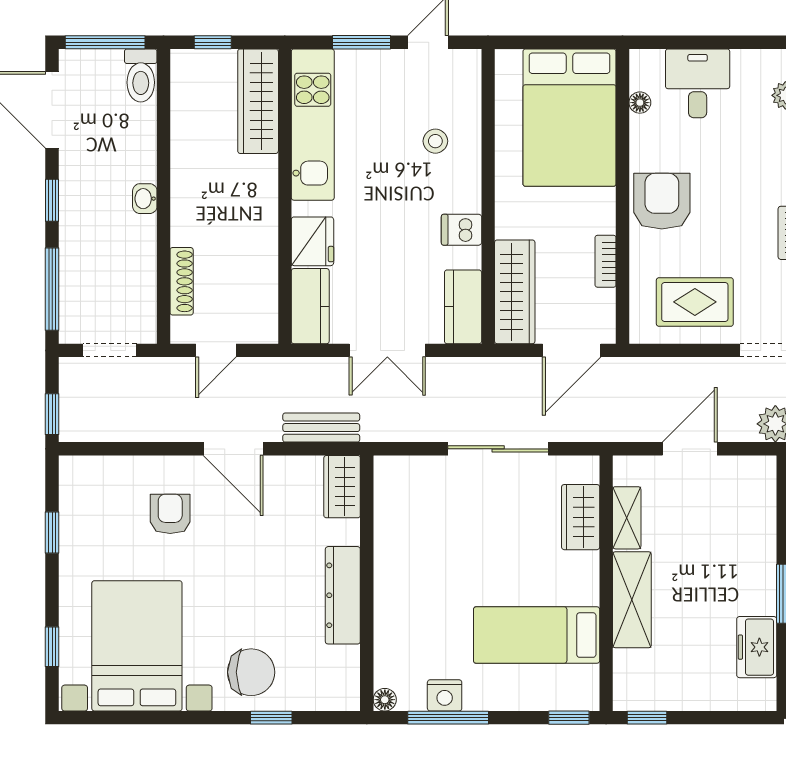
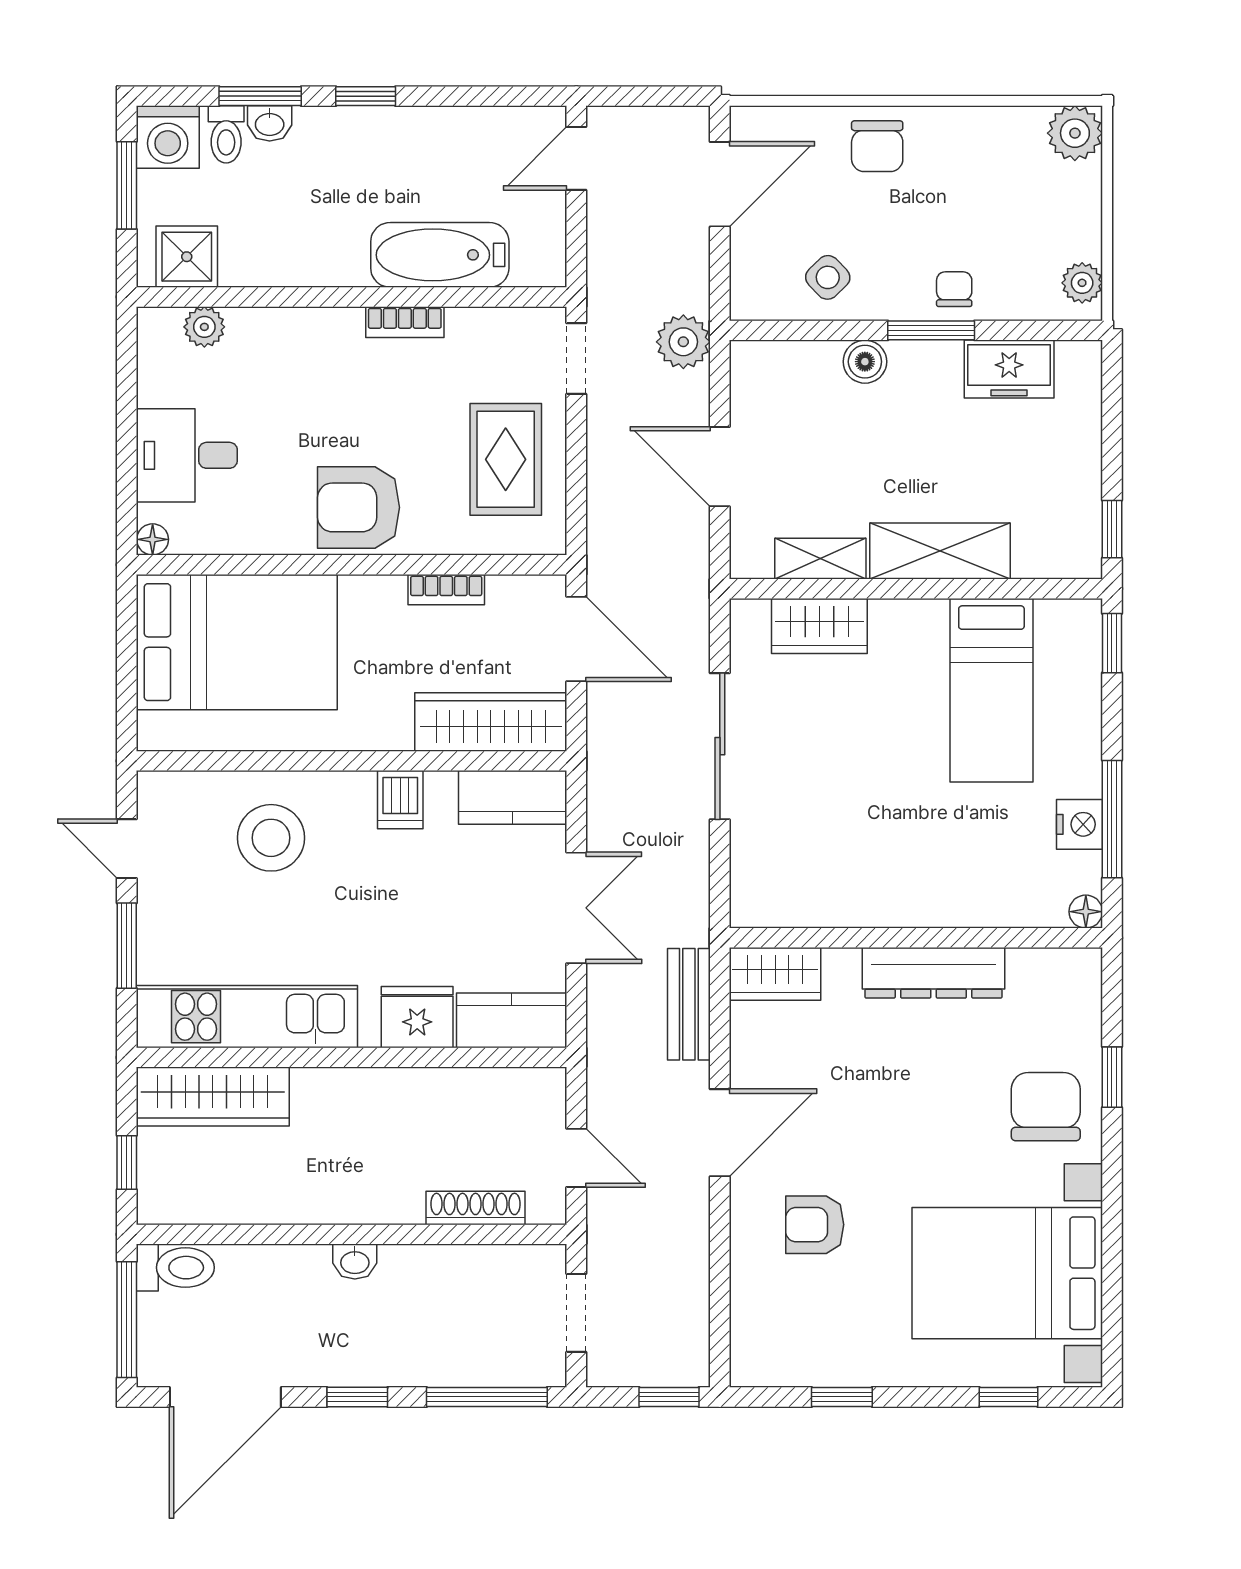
floor lamp: (640, 103) -> (153, 539), moved
stool: (435, 141) -> (271, 838), width x1.89, depth x1.89
boiler: (762, 548) -> (865, 362), added

